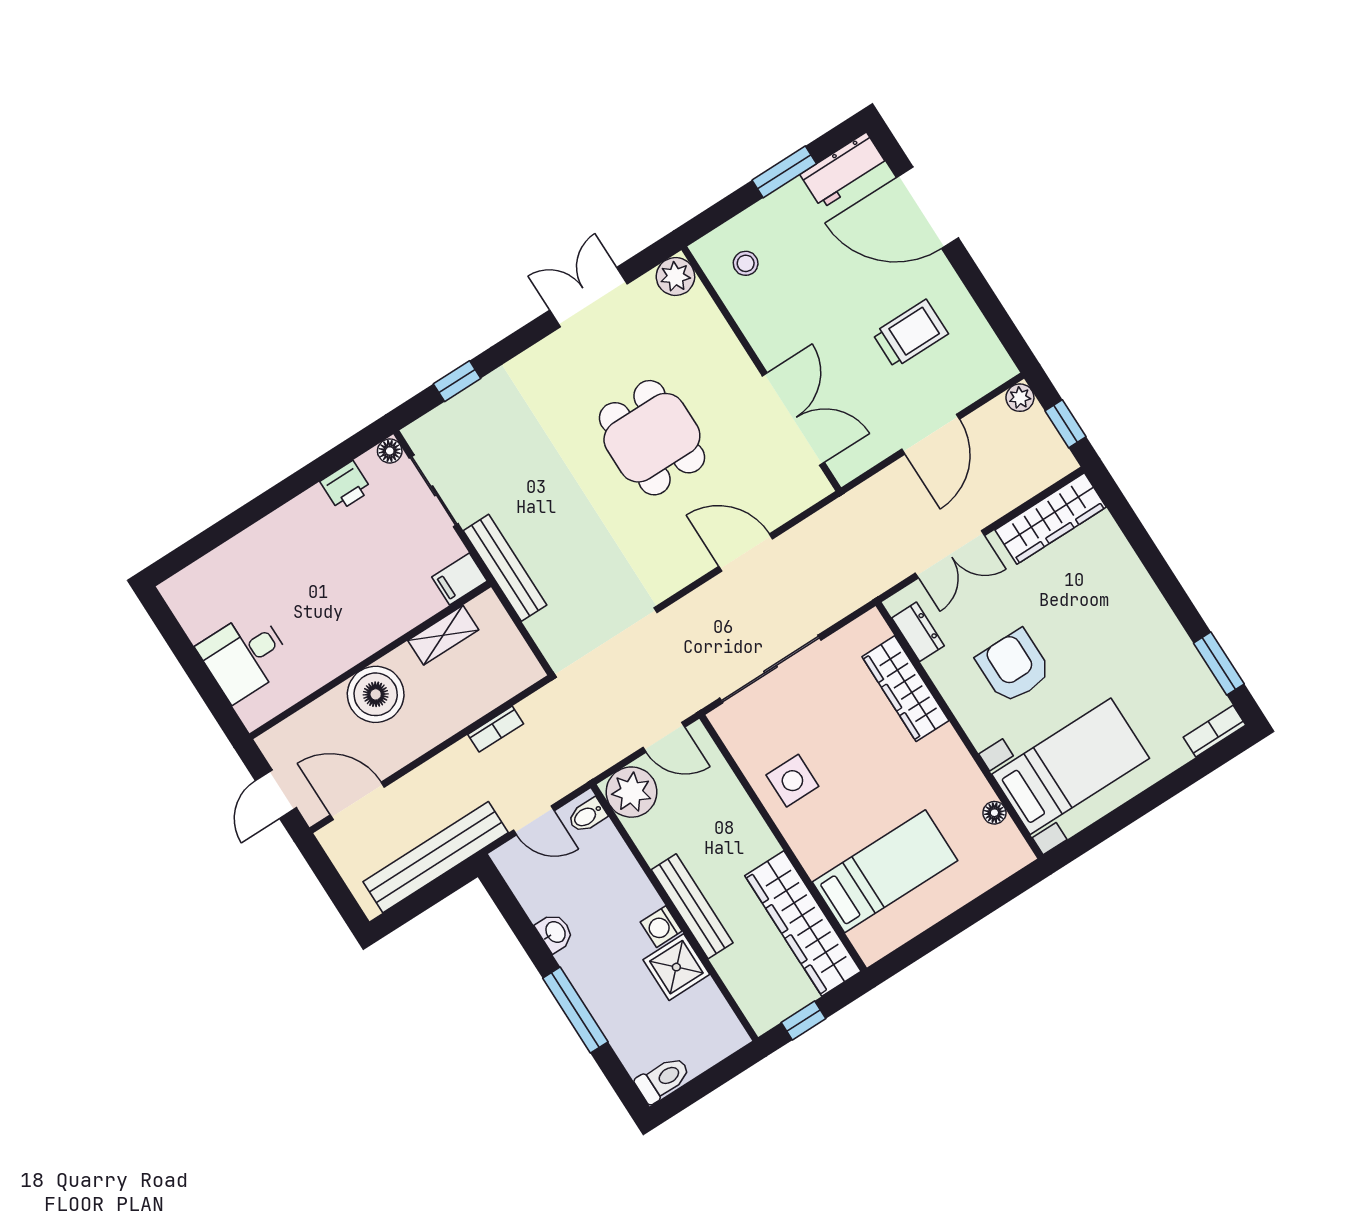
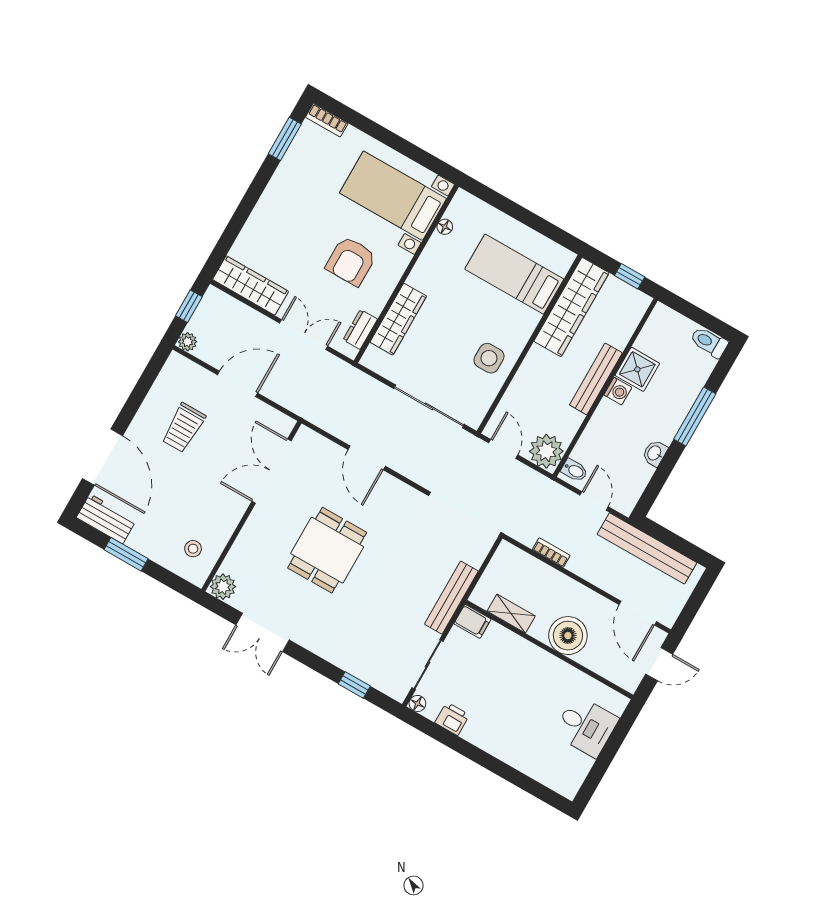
trolley: (910, 334) -> (184, 428), turned -90

